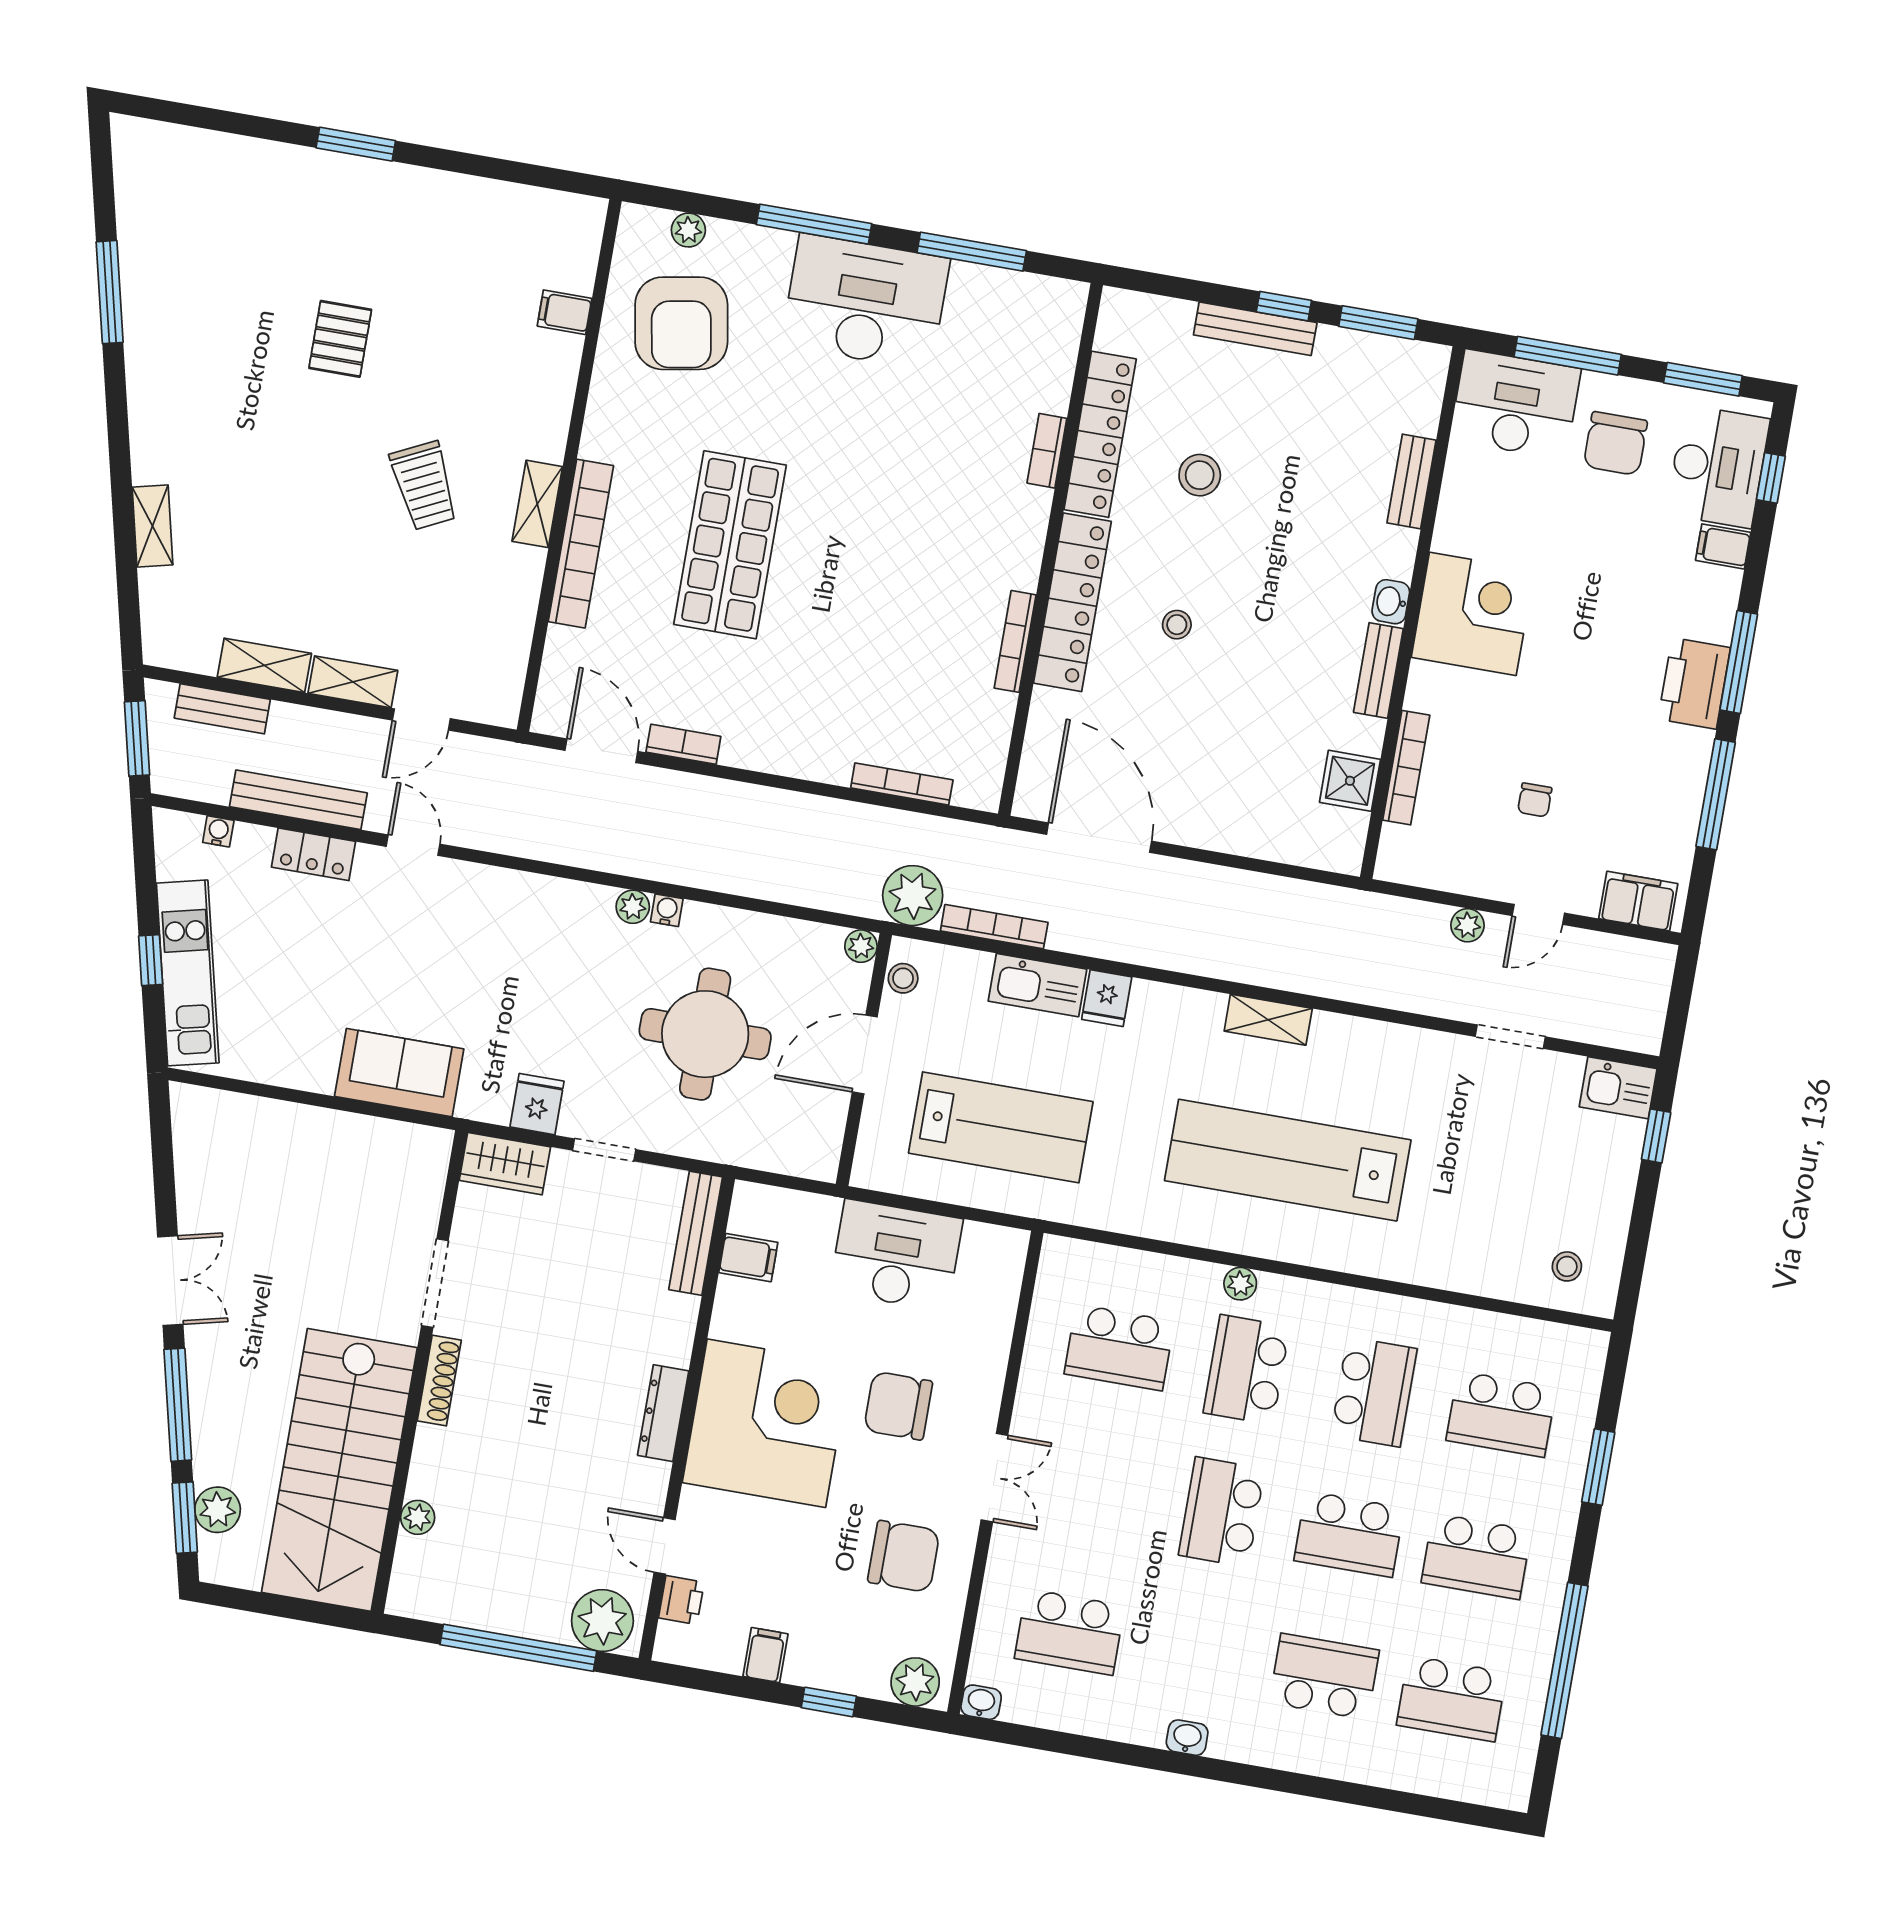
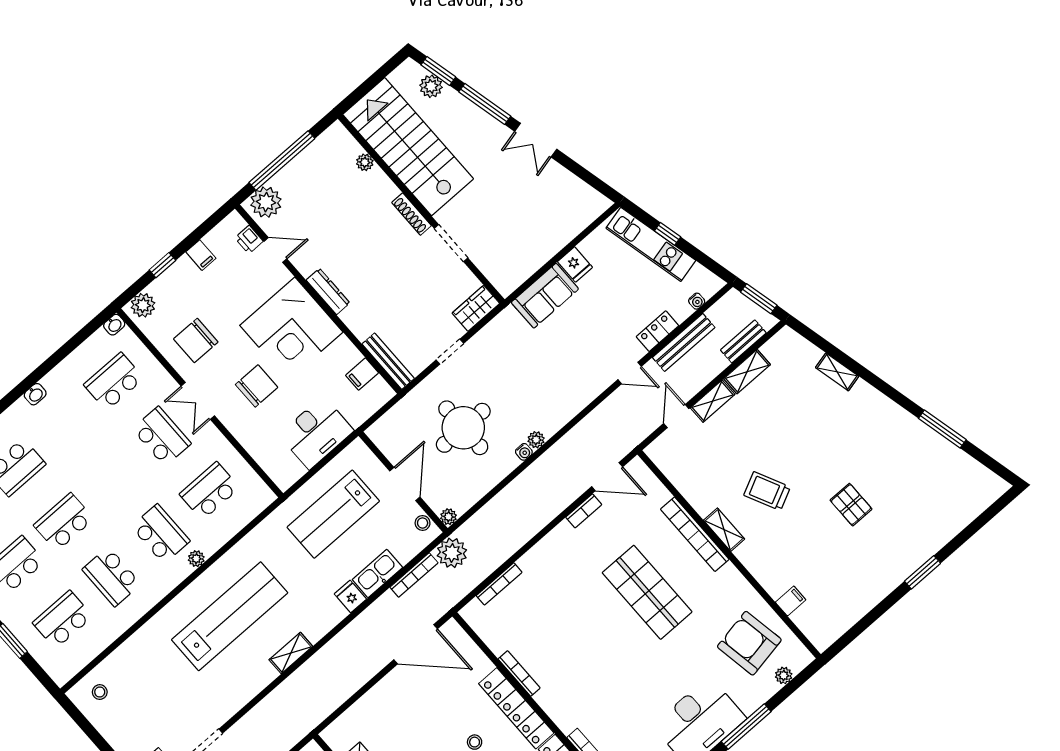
fridge: (537, 1104) -> (575, 264), moved
school desk: (1222, 1512) -> (162, 436), moved

